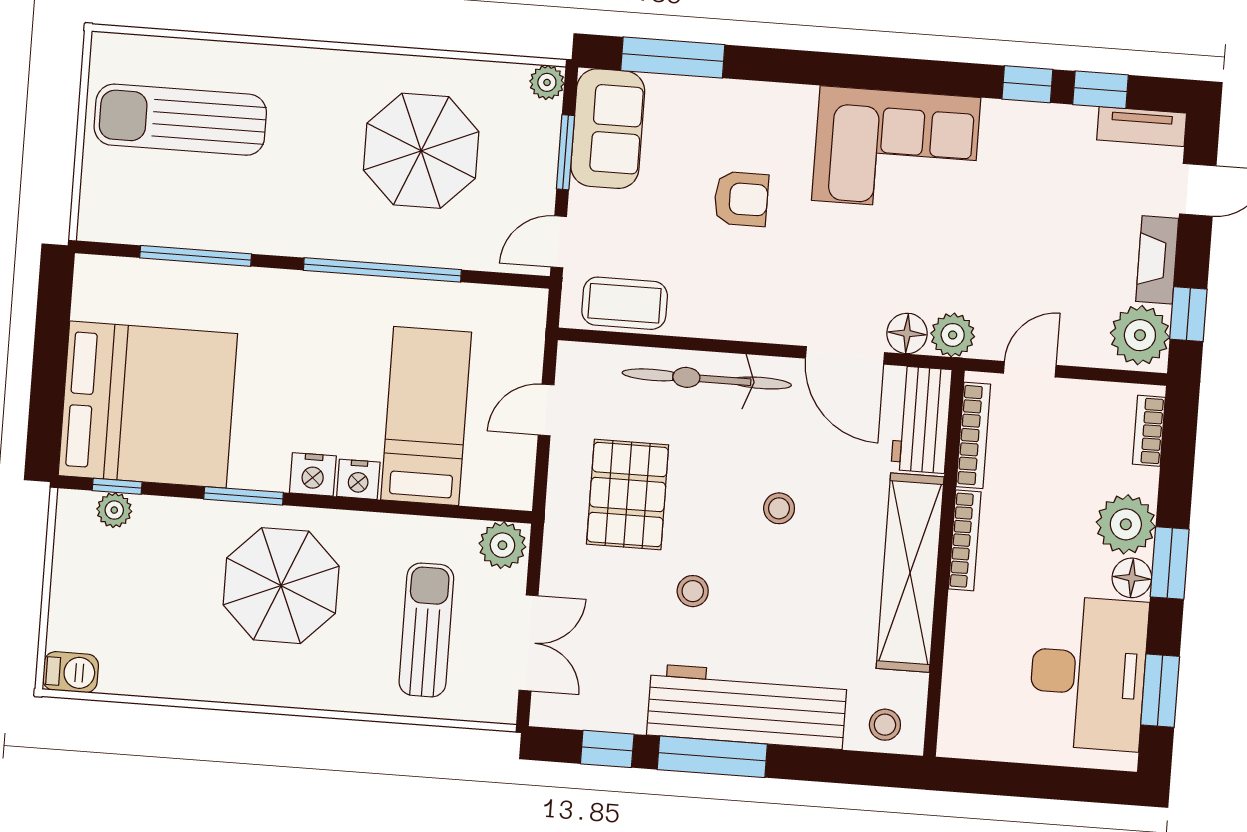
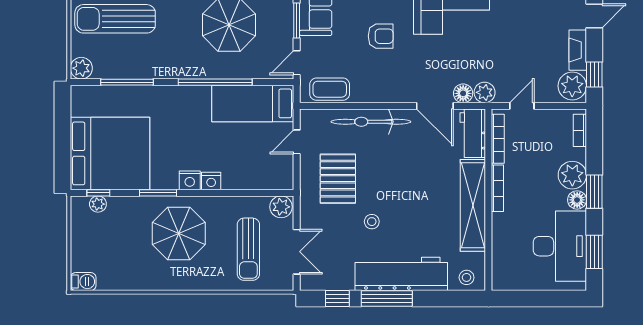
plant: (101, 219) -> (81, 68), added
bed: (426, 416) -> (253, 103), moved, turned -90
stool: (779, 508) -> (409, 180), removed
sun lounger: (426, 630) -> (248, 249), turned 180

